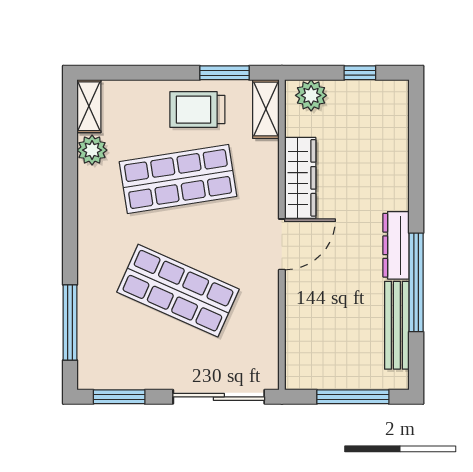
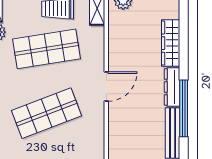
wardrobe: (300, 178) -> (171, 43), moved, turned 180
shop shelf: (178, 291) -> (47, 113), turned -45

